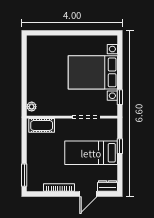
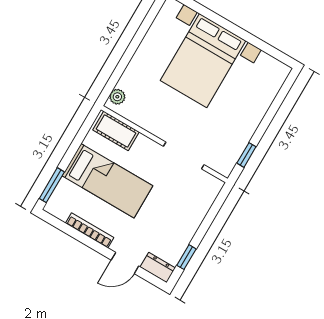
bed with nightstands: (93, 72) -> (203, 61), moved, turned -90
window: (120, 146) -> (187, 257), moved
bed: (91, 153) -> (107, 181), moved, turned 180

